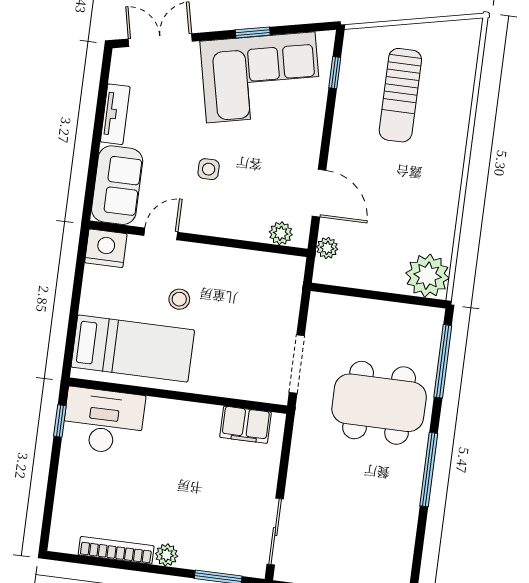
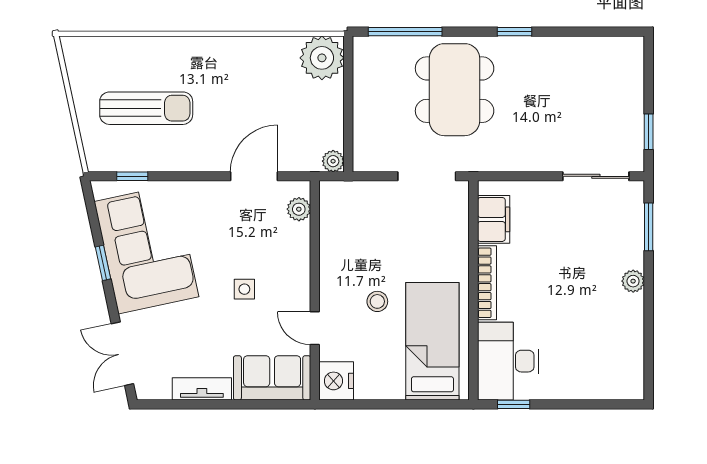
plant: (327, 248) -> (333, 161), moved
window: (429, 470) -> (514, 32), width x0.46
bookcase: (116, 550) -> (487, 283), moved, turned 180

